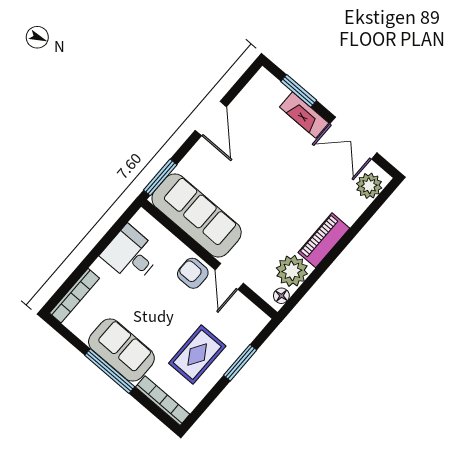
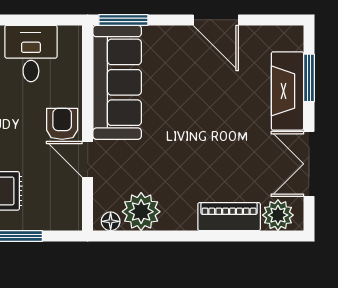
fireplace: (304, 115) -> (287, 91), width x1.37, depth x1.32
door: (211, 119) -> (216, 20), hinge flipped
piano: (324, 240) -> (229, 217), moved
door: (229, 276) -> (88, 159), hinge flipped

